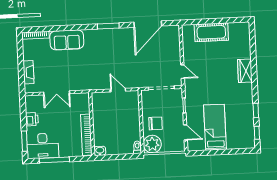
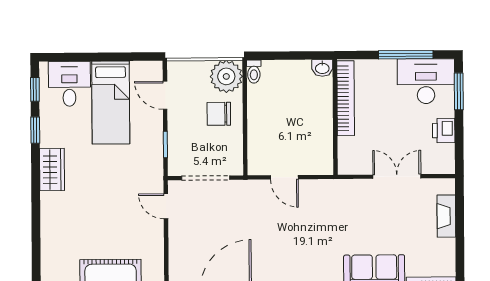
wardrobe: (245, 71) -> (52, 170), moved
desk: (238, 137) -> (69, 84), added

